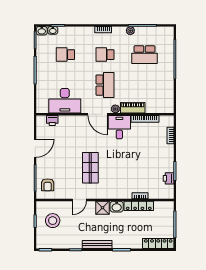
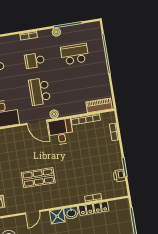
school desk: (145, 55) -> (75, 54), turned 180
school desk: (105, 85) -> (40, 91), turned 180
piano: (133, 108) -> (99, 105), moved
shop shelf: (90, 168) -> (38, 178), turned 90

